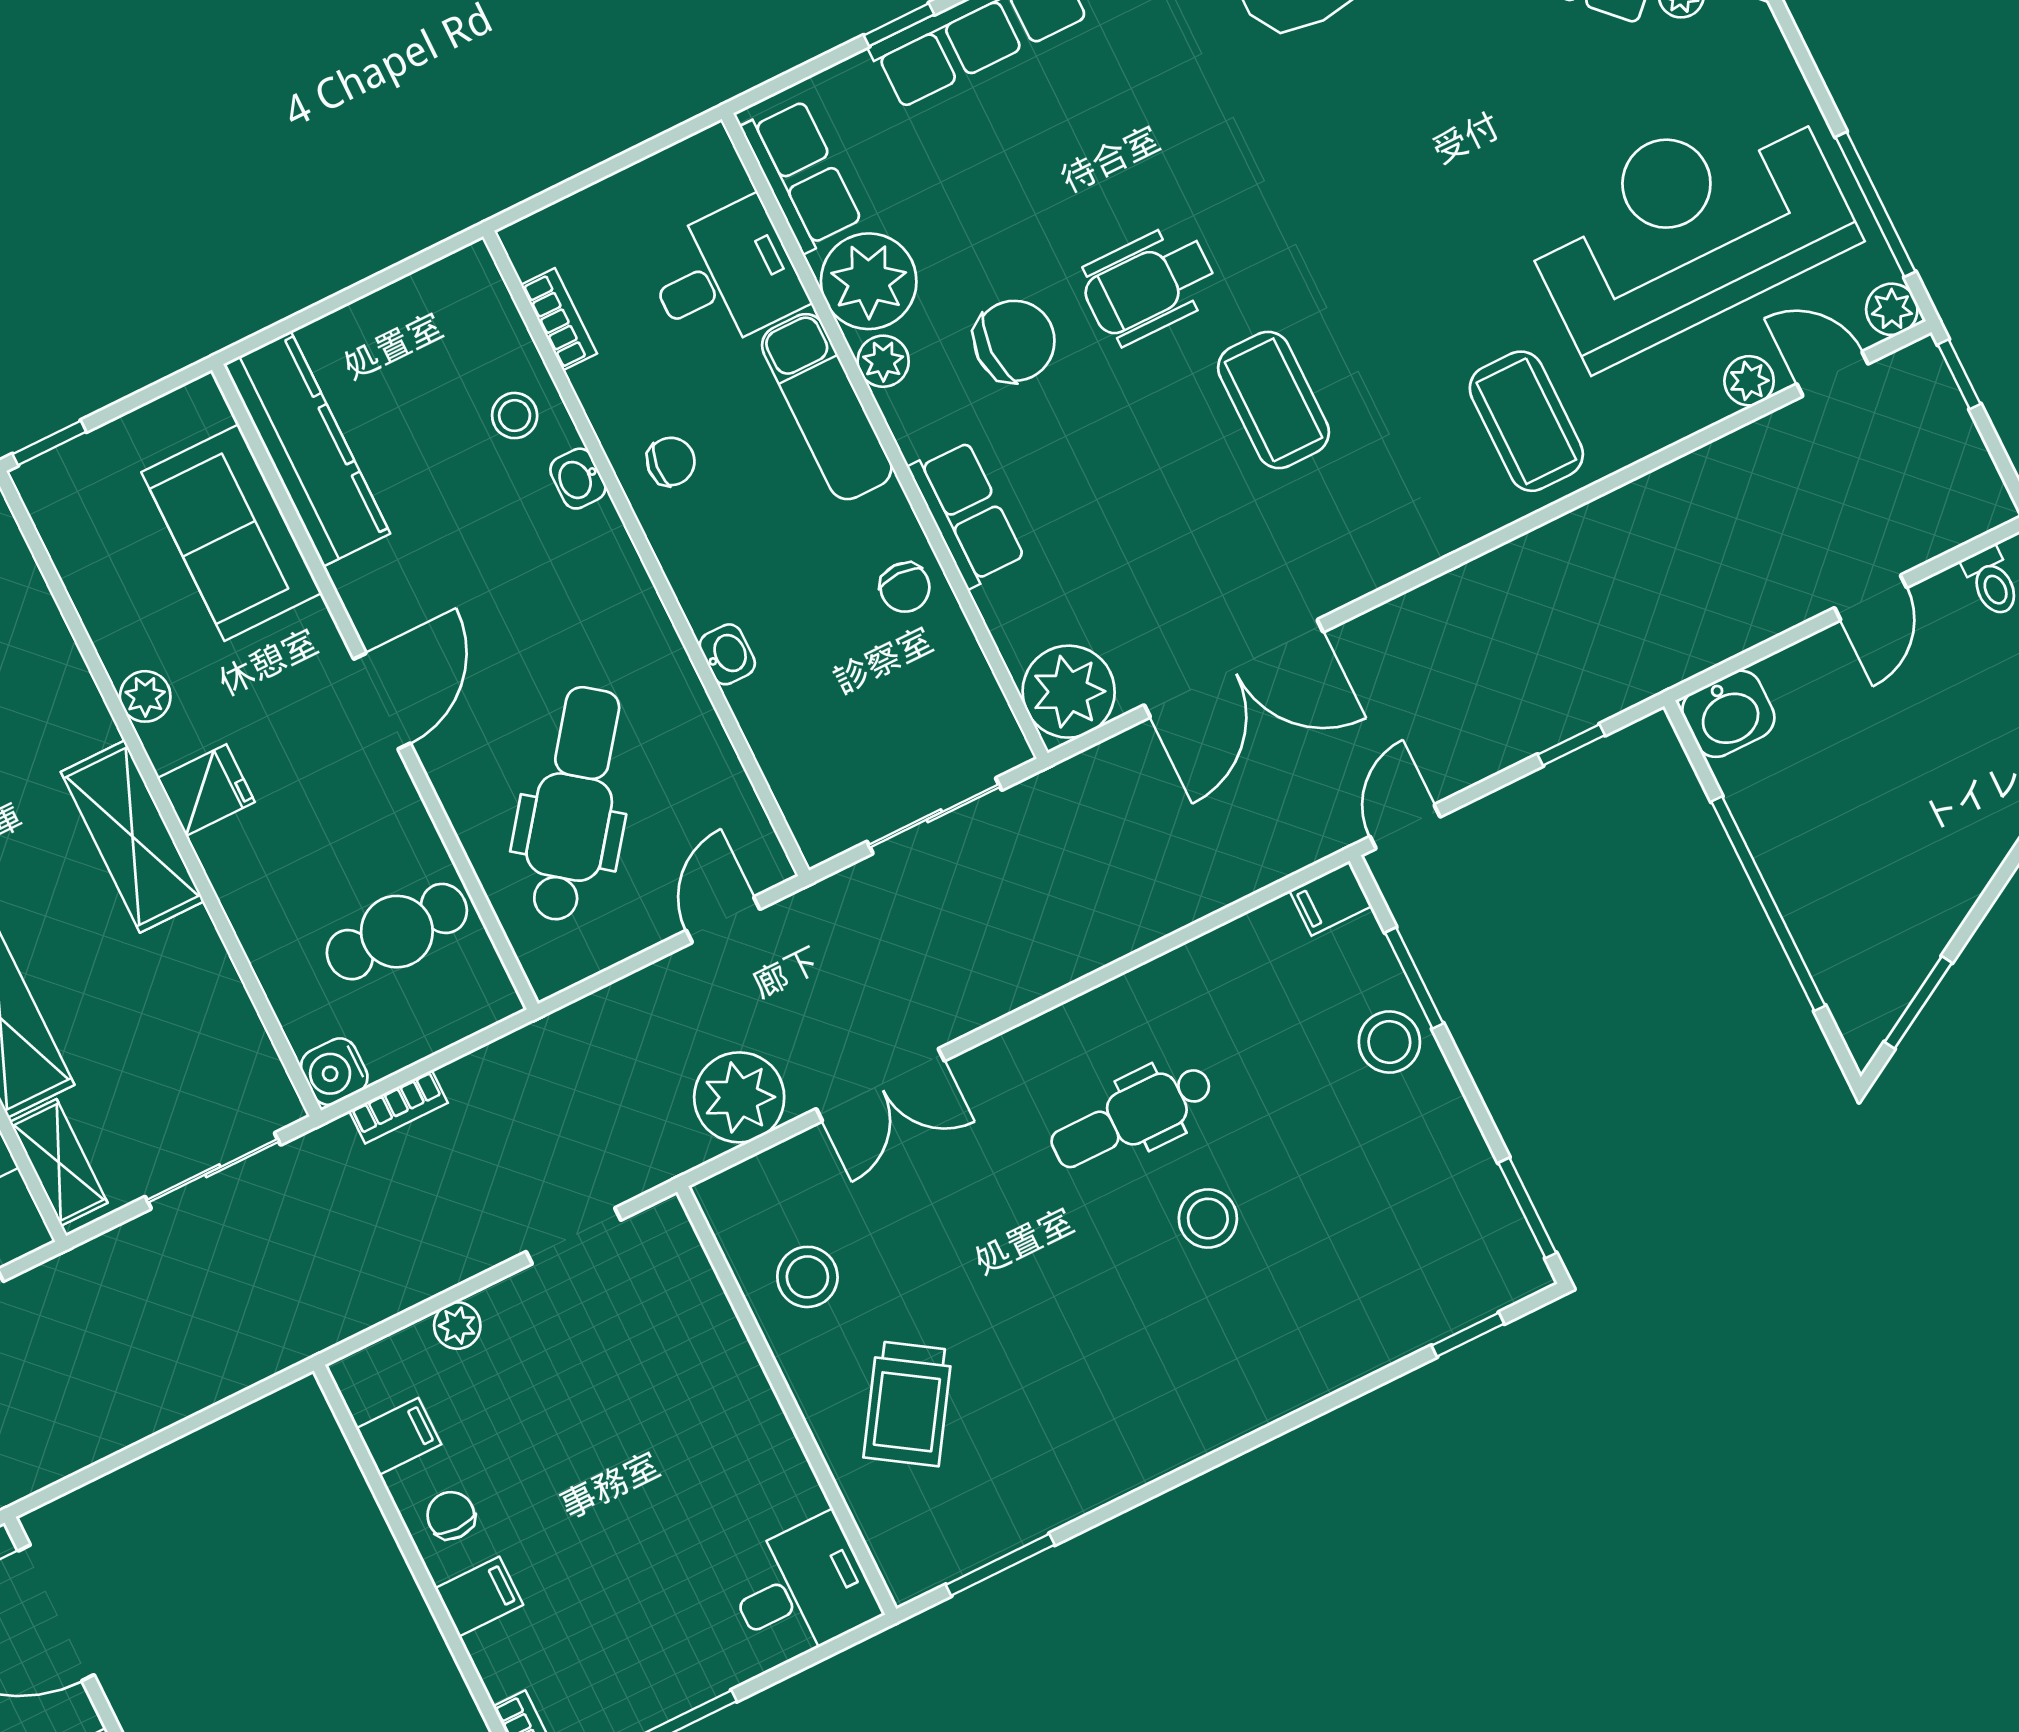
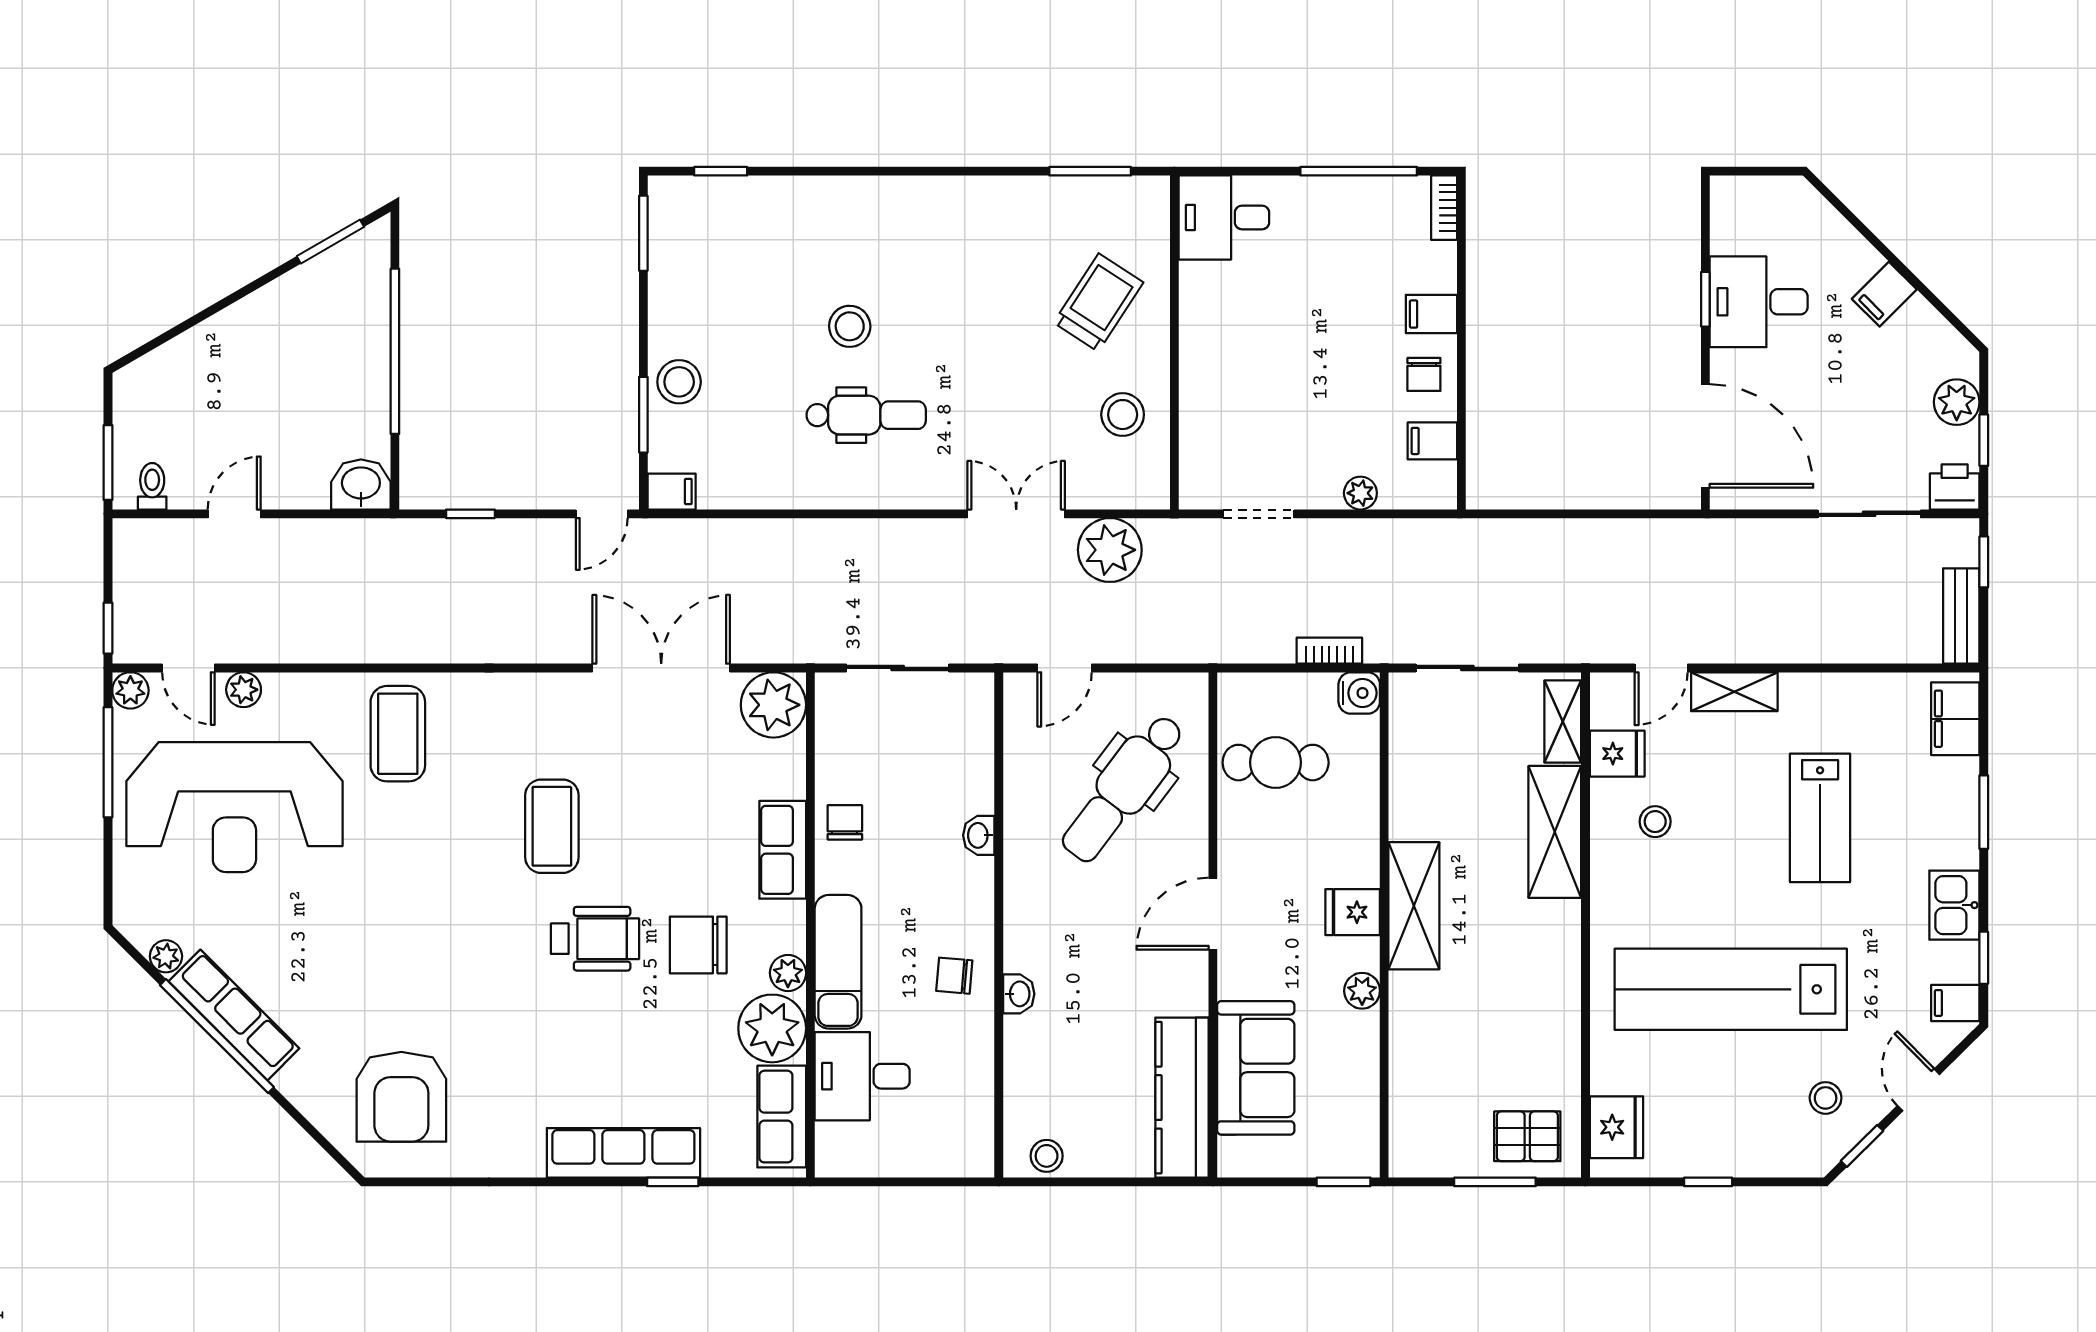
bookcase: (559, 319) -> (981, 1101), removed
stool: (515, 416) -> (1047, 1156), moved

